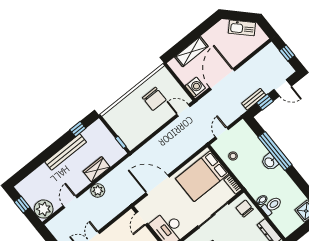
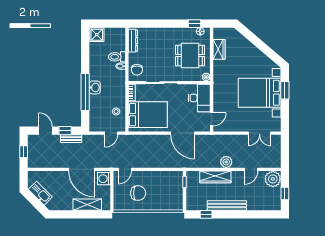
door: (222, 79) -> (82, 169), hinge flipped
chair: (154, 99) -> (138, 193), turned 90
door: (183, 110) -> (125, 169), hinge flipped
wardrobe: (97, 169) -> (215, 177), width x1.50

